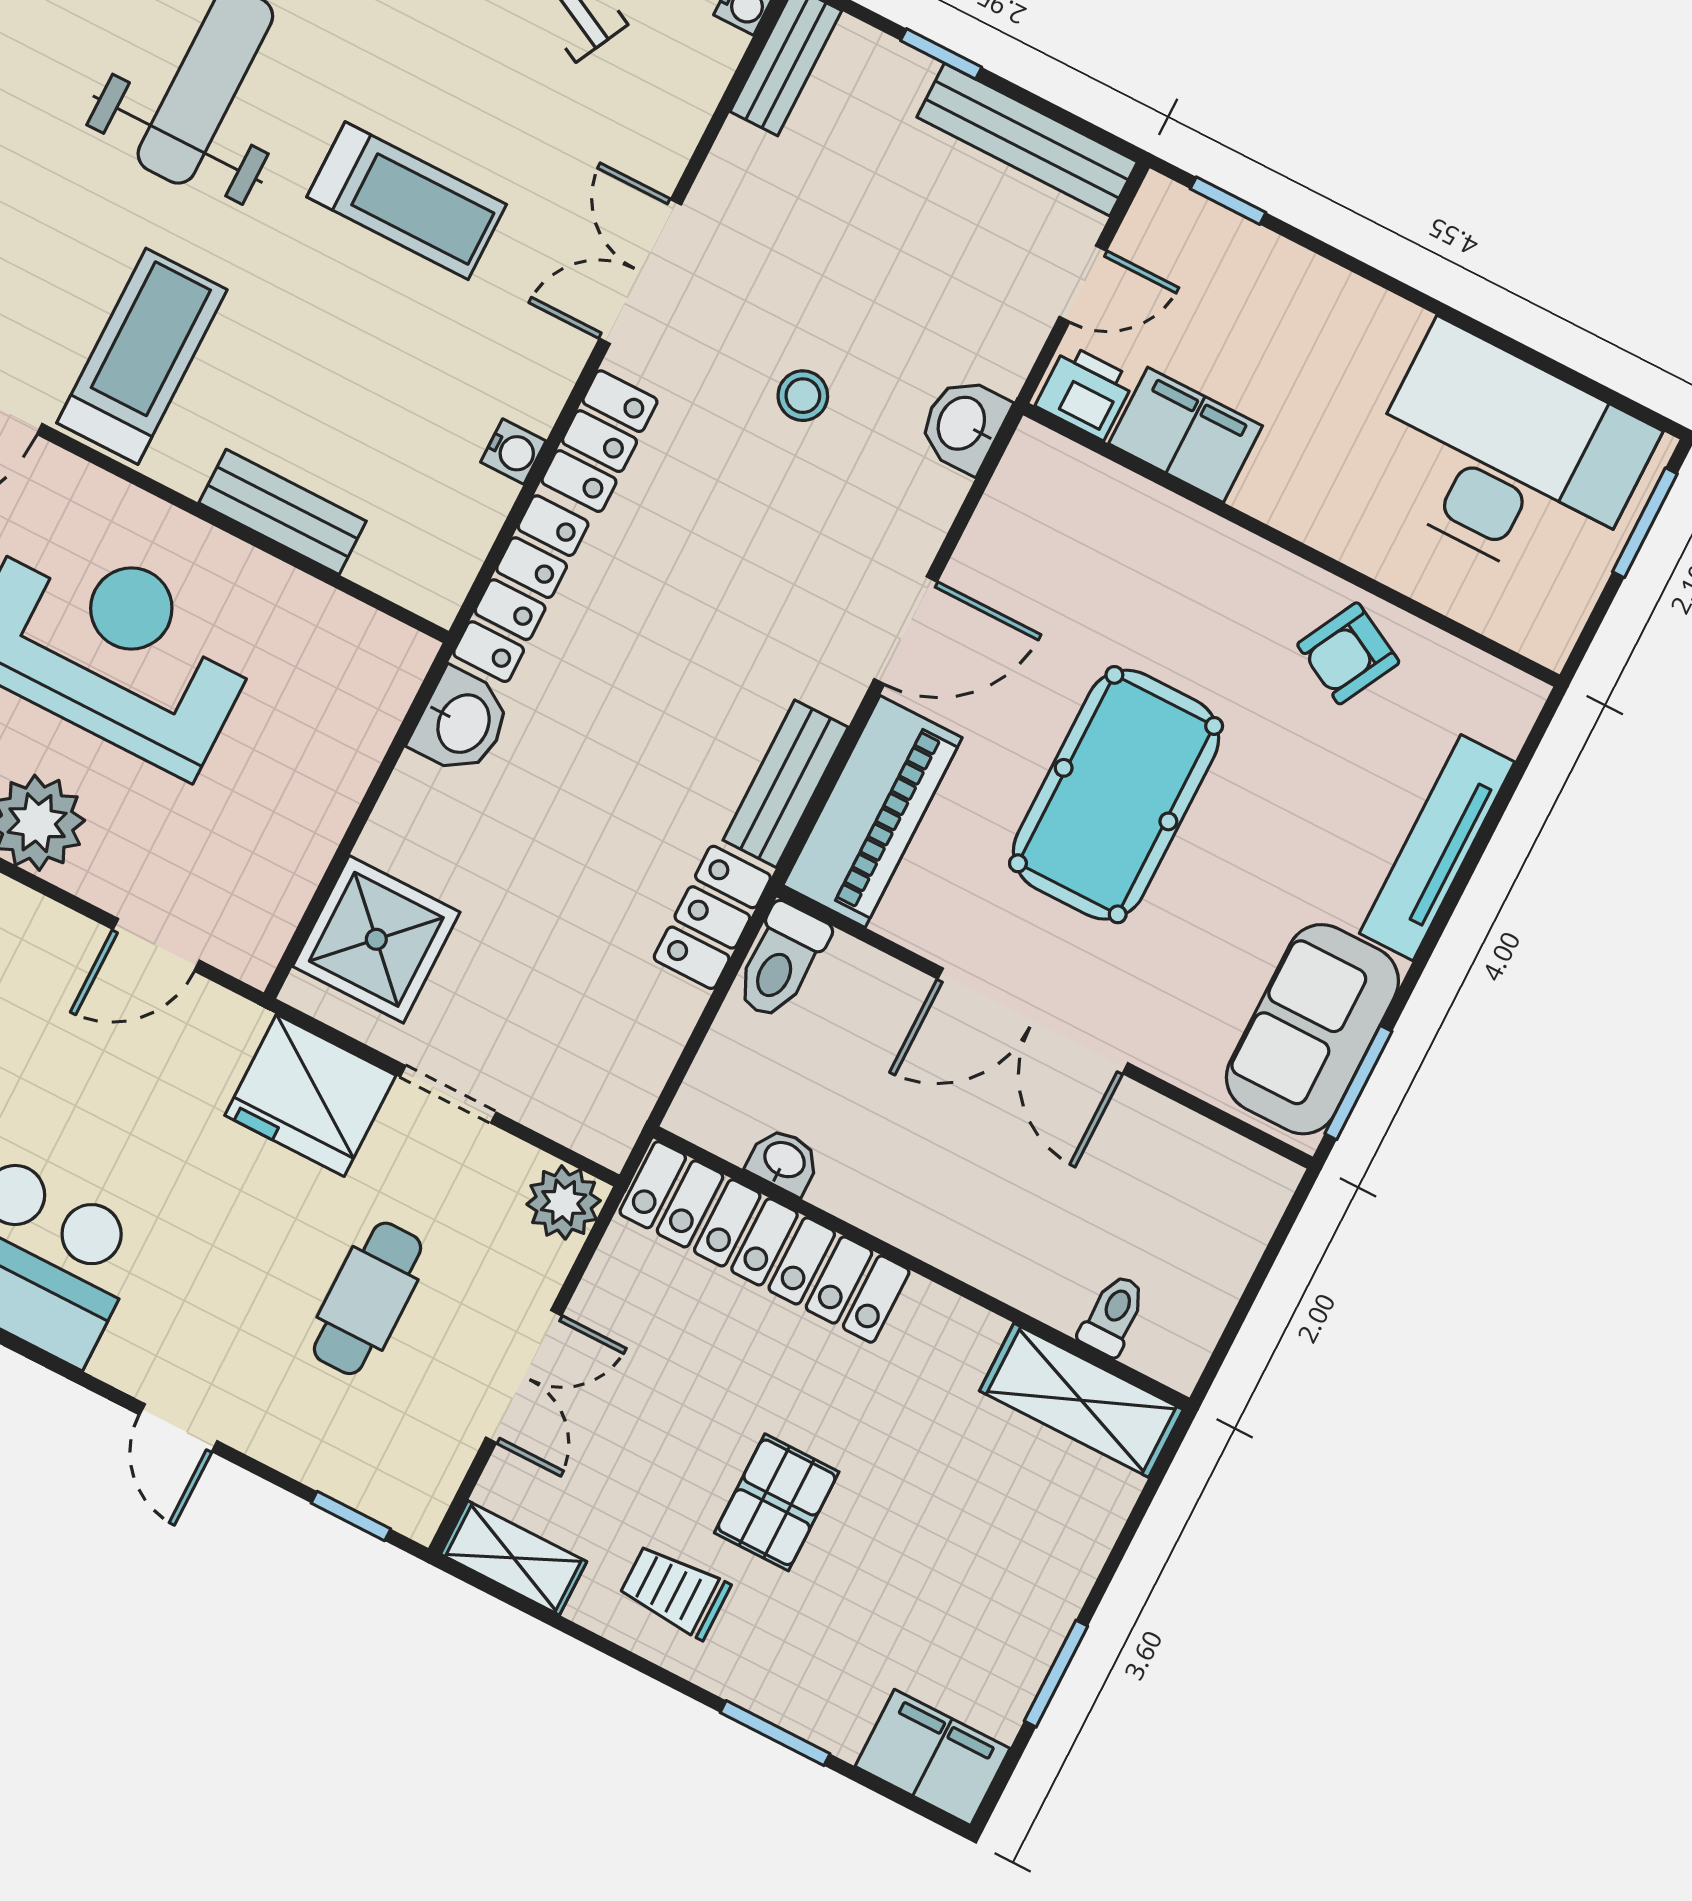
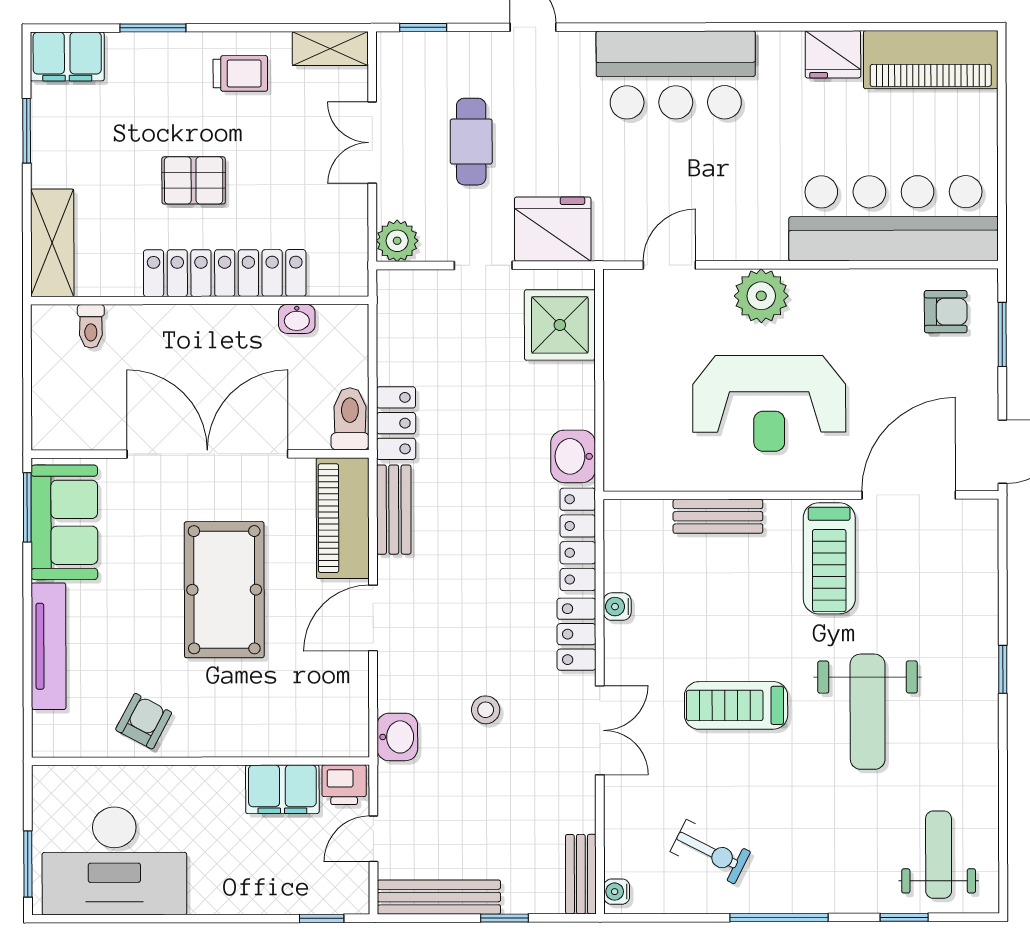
double door: (1033, 1021) -> (207, 454), width x1.36
locker: (764, 1242) -> (225, 273), moved
shelving: (1081, 1400) -> (52, 243), moved, turned 90
pallet: (777, 1502) -> (194, 180), moved, turned 90

